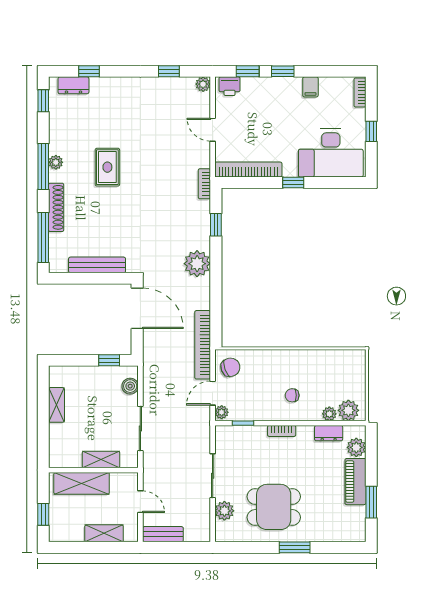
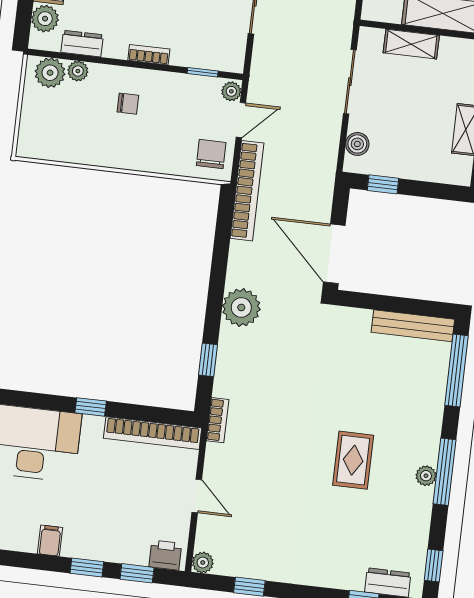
shoe rack: (56, 207) -> (433, 411), removed
bench: (97, 265) -> (413, 326), moved
chair: (230, 367) -> (211, 154), turned 110

